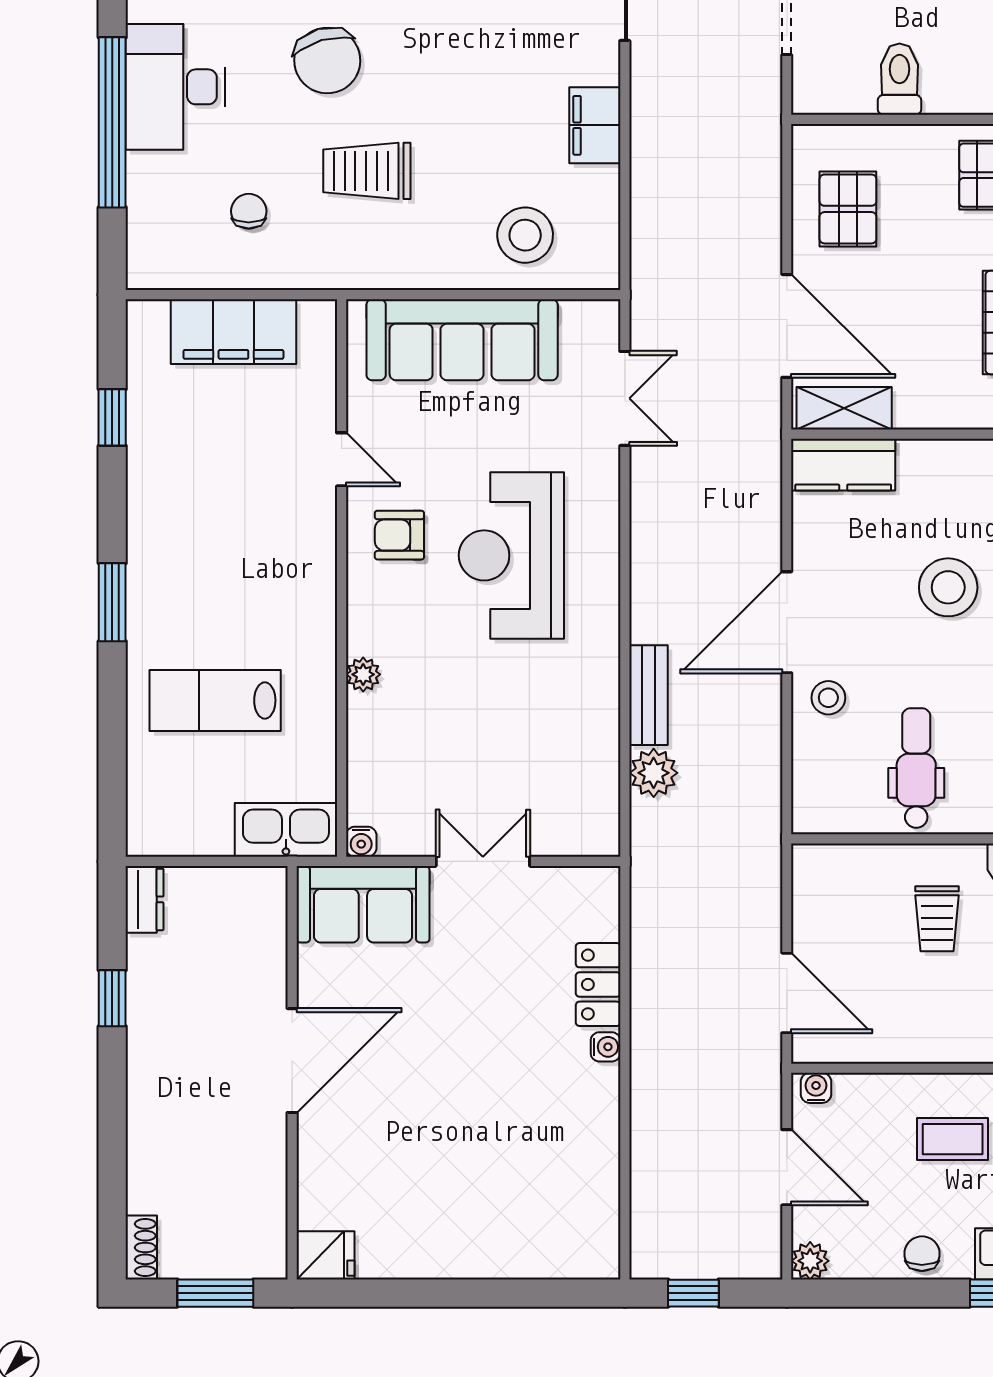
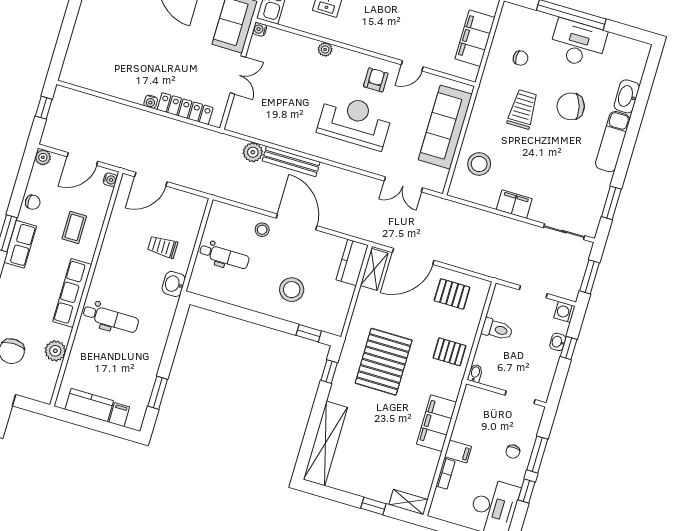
bench: (648, 695) -> (291, 161), width x1.36
locker: (598, 984) -> (185, 109), width x1.53

